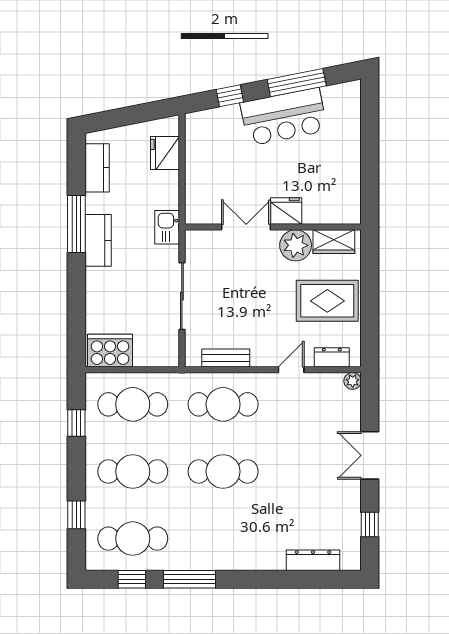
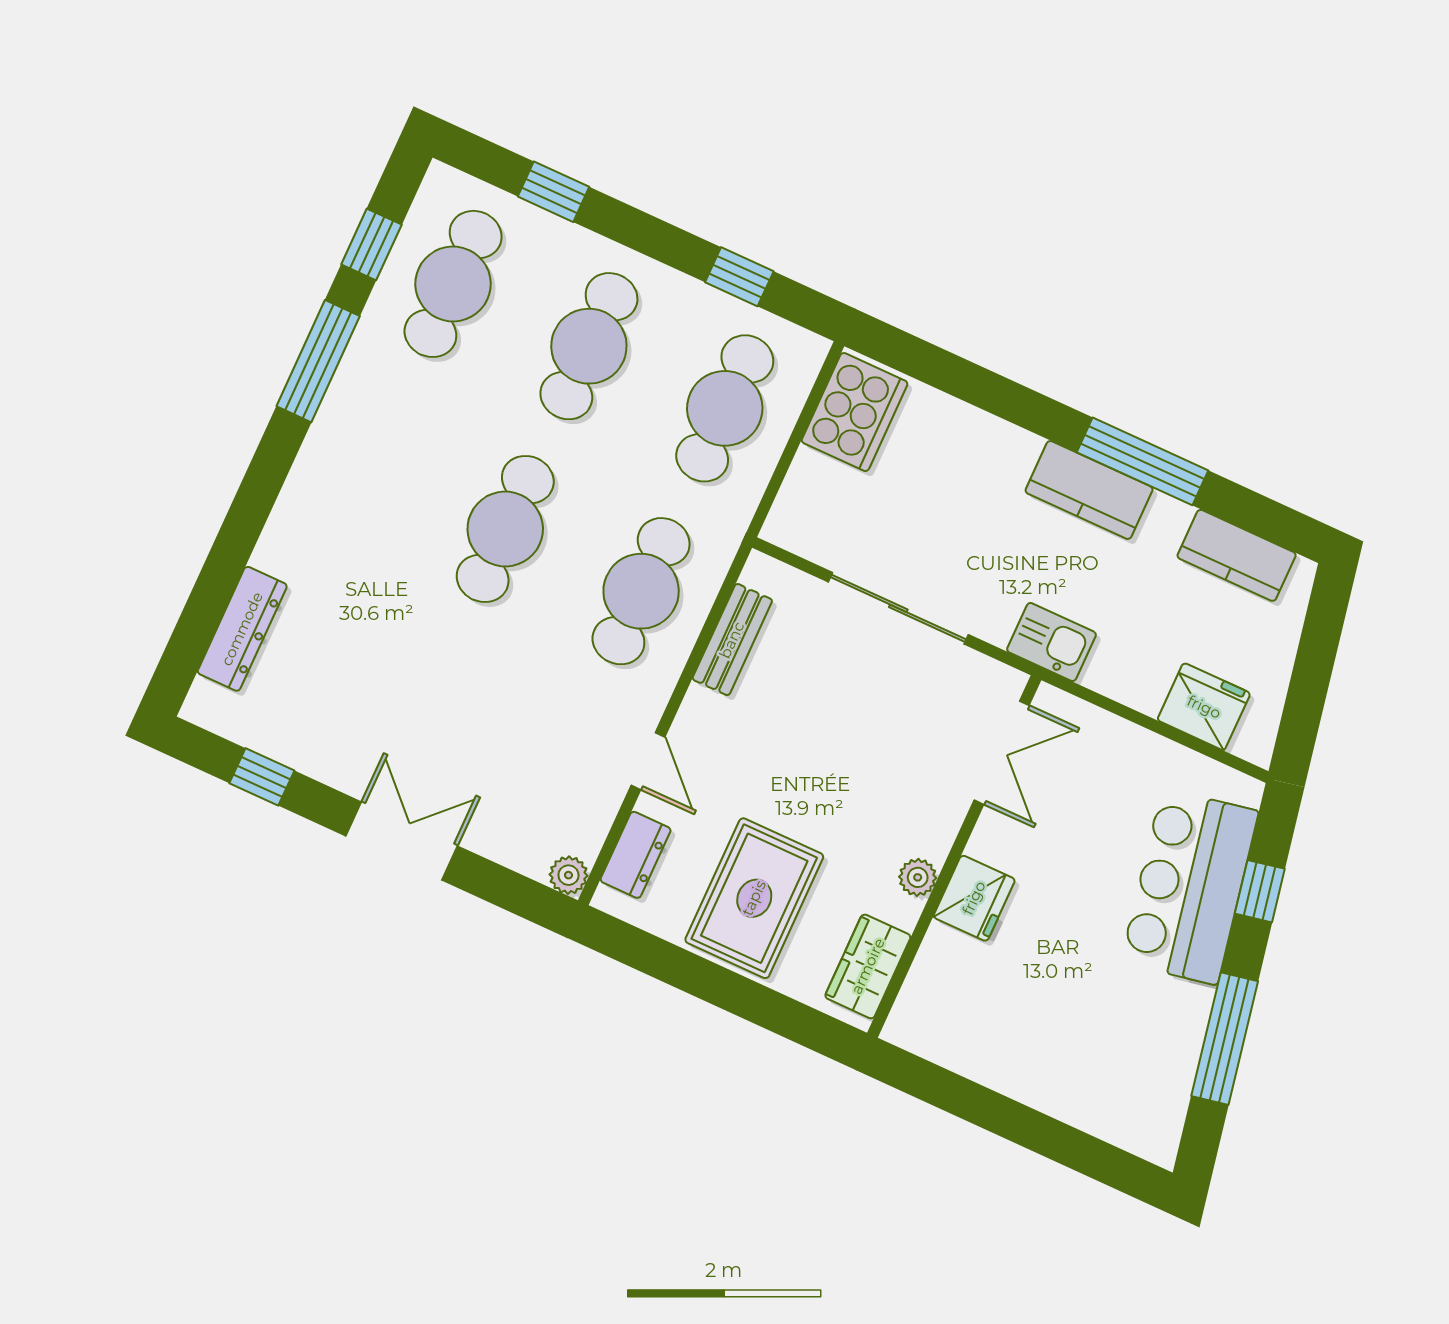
bar counter: (284, 117) -> (1190, 887), moved
double door: (246, 227) -> (1002, 753), moved
plant: (296, 245) -> (918, 877), width x0.53, depth x0.53

